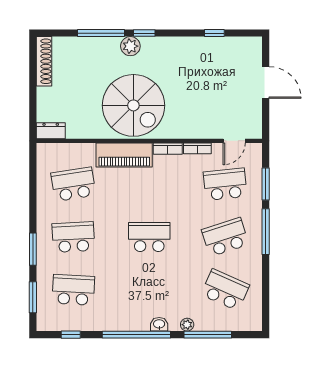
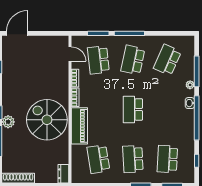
door: (266, 82) -> (17, 33), moved
spiral stairs: (133, 105) -> (47, 120), turned -90
school desk: (225, 237) -> (133, 60), turned 30

